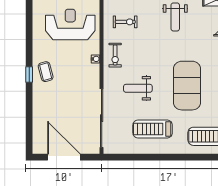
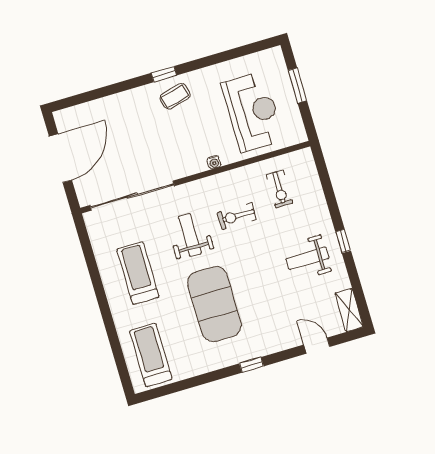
exercise bike: (115, 55) -> (237, 216), moved
exercise mat: (187, 86) -> (214, 304), turned 90

